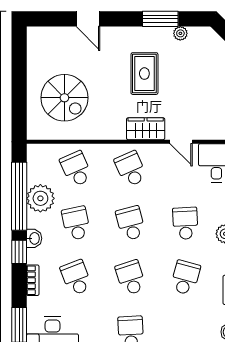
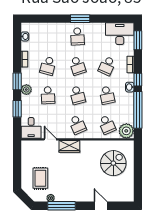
window: (160, 19) -> (62, 206), width x1.44
rug: (144, 74) -> (40, 178), moved
spiral stairs: (64, 98) -> (113, 163), turned 90
plant: (40, 198) -> (126, 131), moved
school desk: (76, 278) -> (107, 66), turned 45

